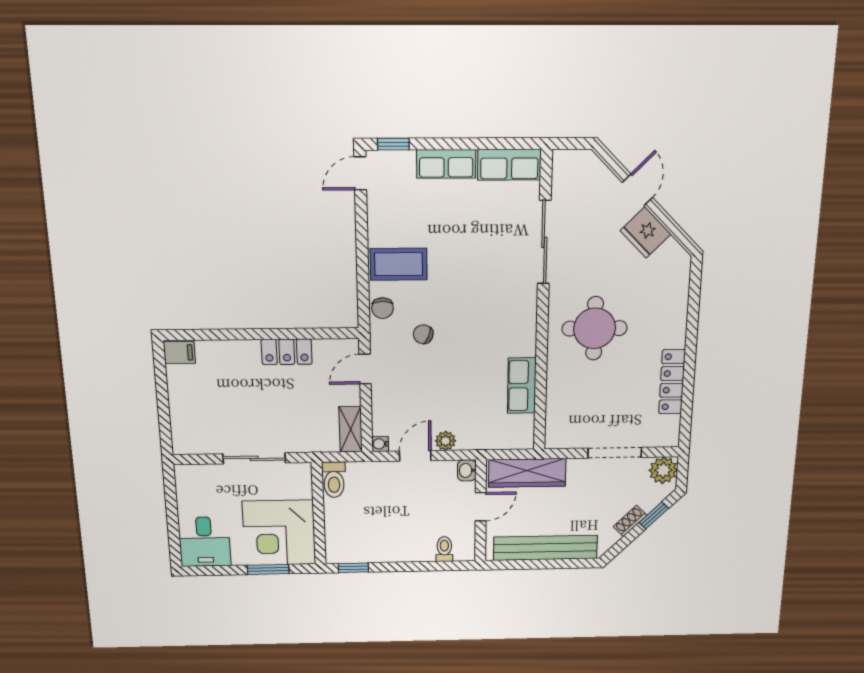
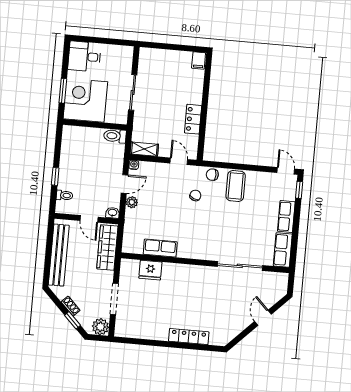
door: (637, 190) -> (263, 318), swing flipped
fridge: (646, 232) -> (150, 270), moved, turned -135
round table: (595, 328) -> (189, 291), removed
locker: (672, 382) -> (189, 337), moved
door: (415, 456) -> (125, 184), hinge flipped
window: (353, 568) -> (55, 176), moved

